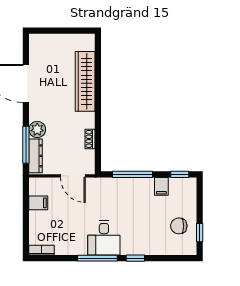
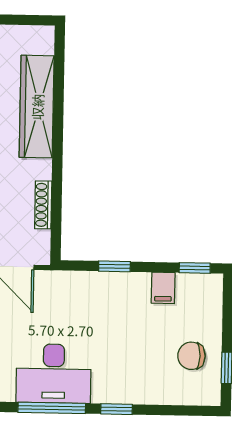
shoe rack: (90, 139) -> (43, 205), width x1.43
window: (133, 174) -> (114, 266), width x0.46
desk: (104, 238) -> (54, 374), width x1.37

